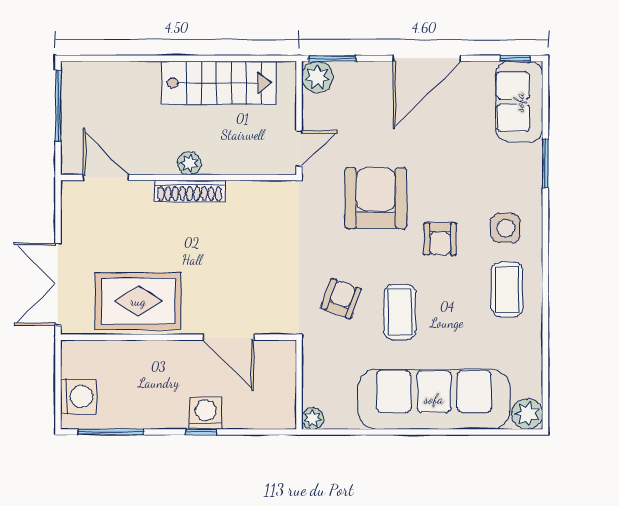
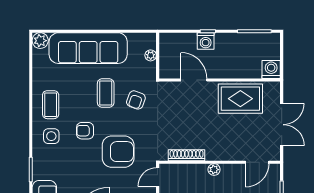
door: (106, 178) -> (257, 162), hinge flipped
shoe rack: (190, 191) -> (187, 155), moved
armchair: (376, 198) -> (118, 152), turned -90
armchair: (440, 239) -> (85, 131), turned -90
double door: (58, 284) -> (282, 125), moved
washing machine: (78, 396) -> (271, 70), moved, turned 90
plant: (313, 418) -> (151, 55), moved

